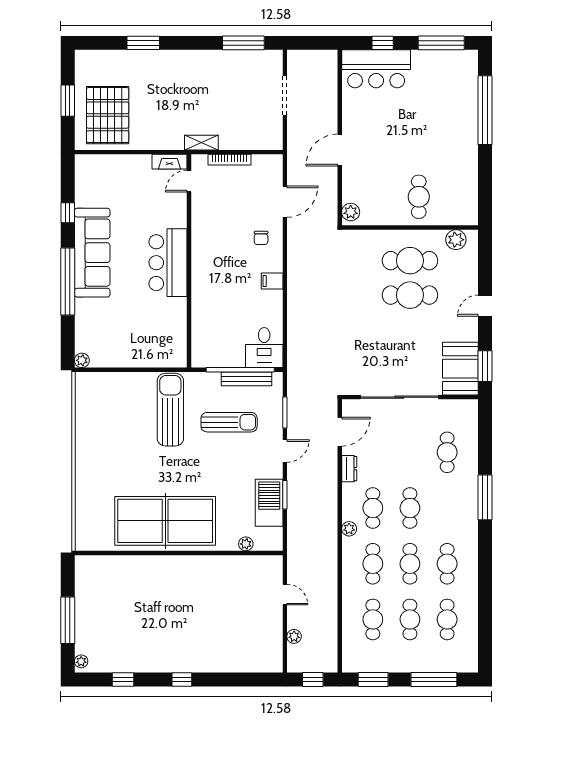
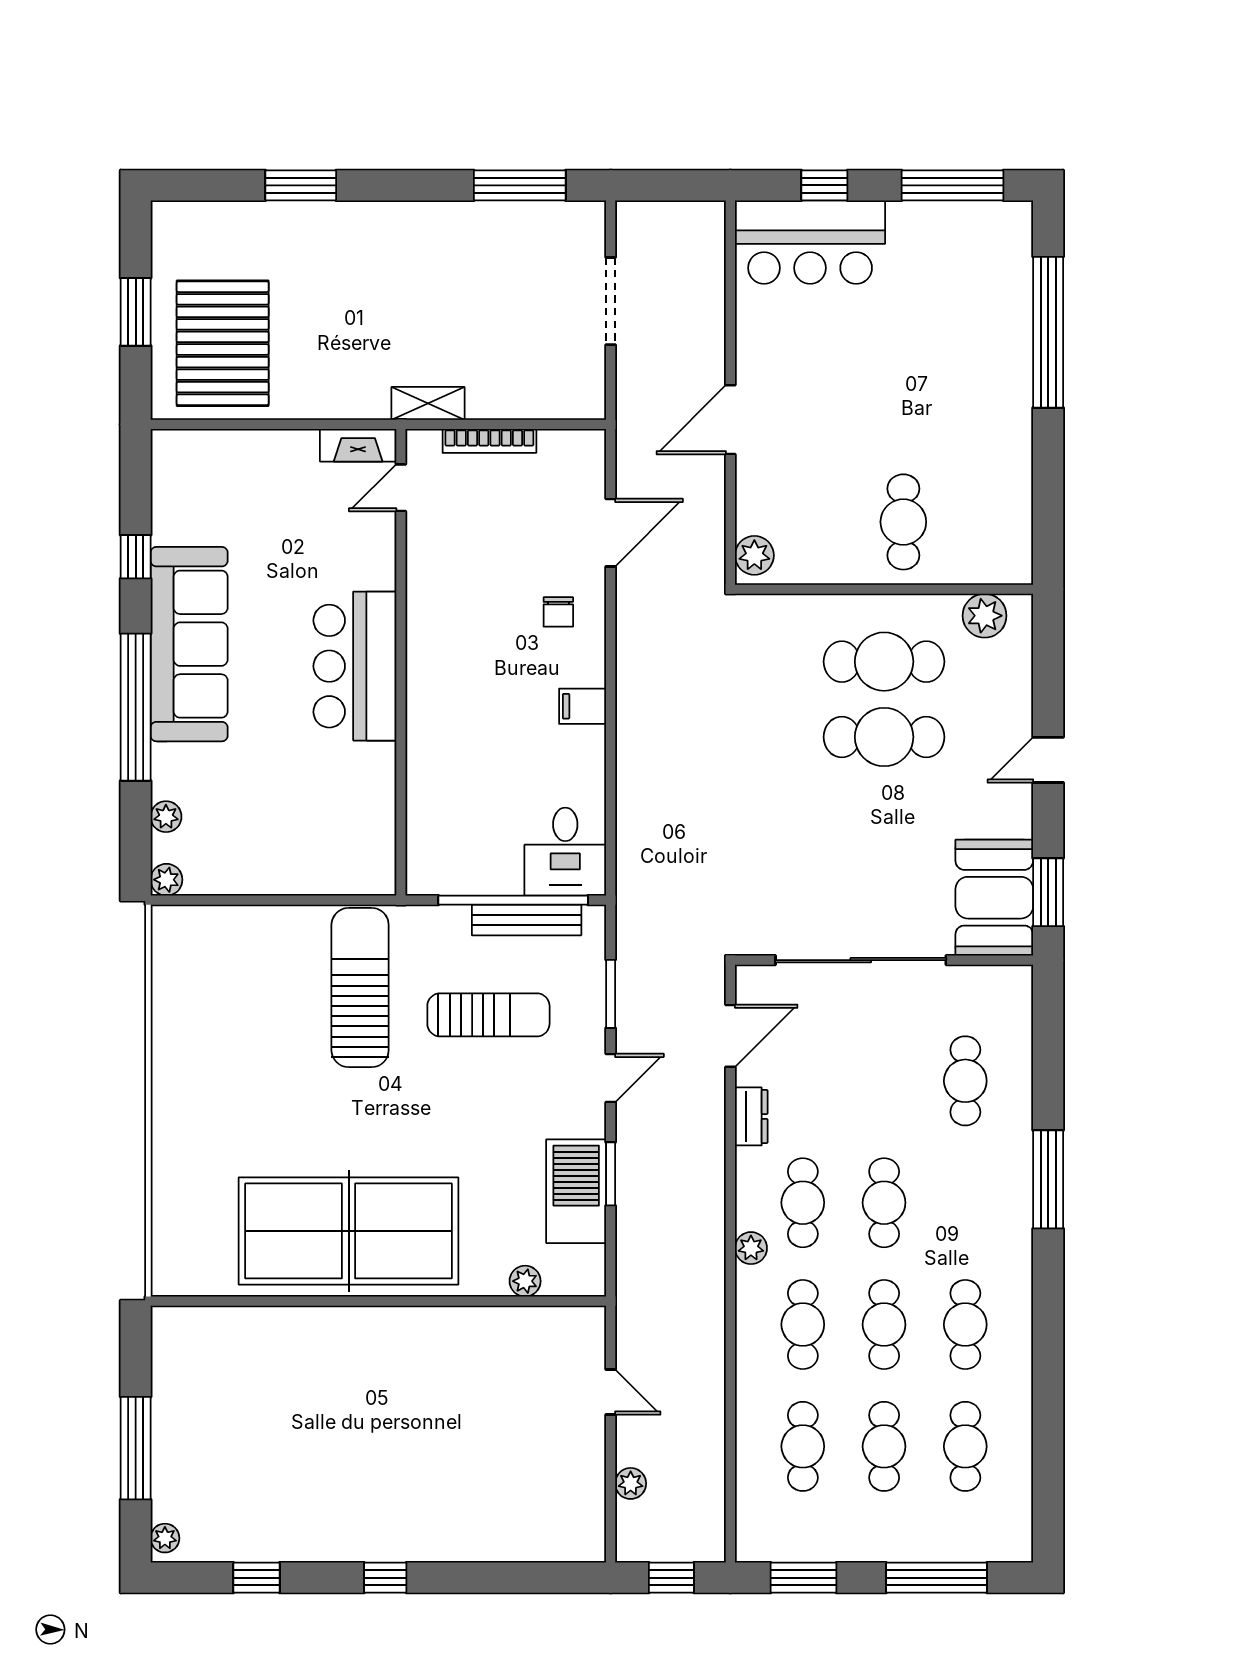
plant: (82, 332) -> (166, 817), added

